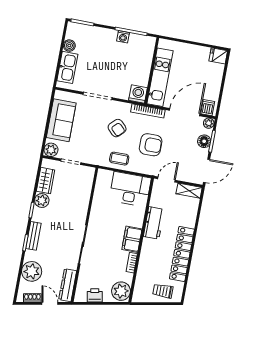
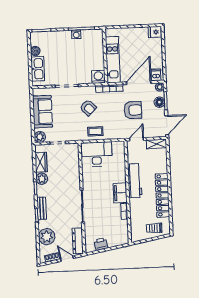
armchair: (151, 145) -> (133, 110), moved
desk: (130, 189) -> (96, 154), moved
workbench: (154, 223) -> (135, 181), width x1.38
plant: (121, 291) -> (121, 236), removed

